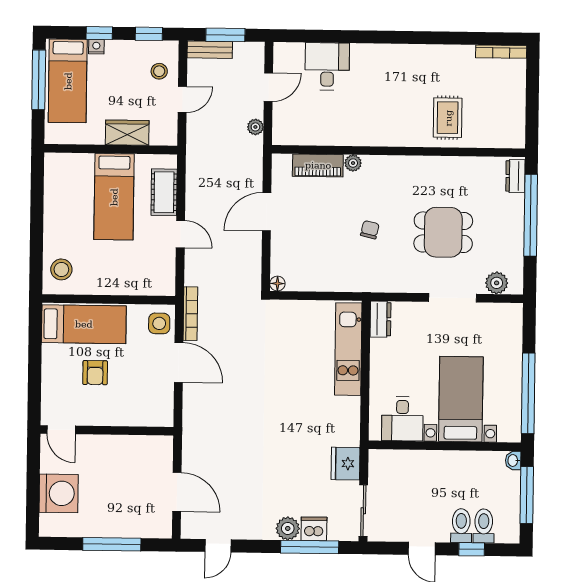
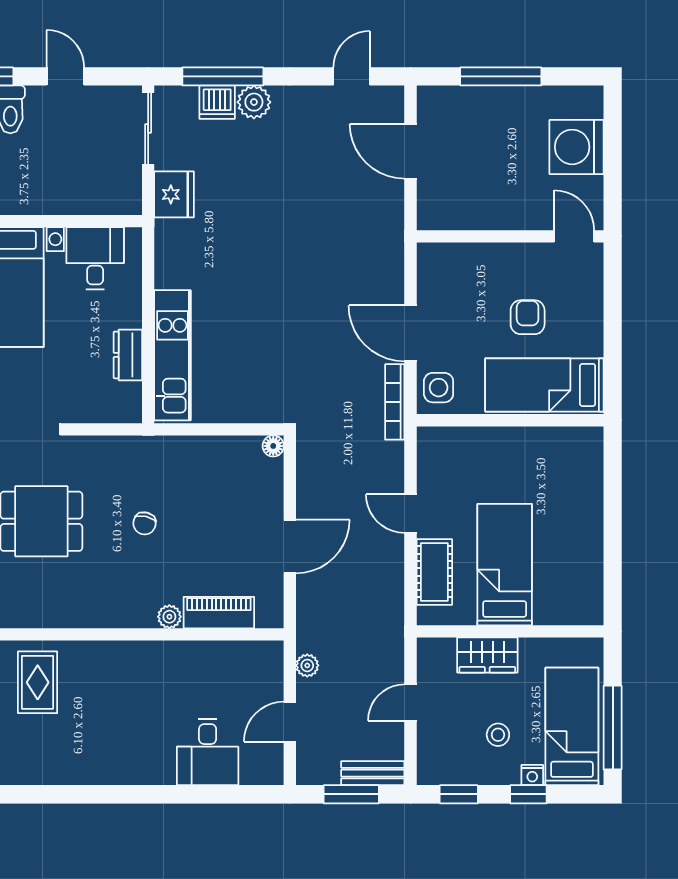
stool: (159, 71) -> (498, 735), moved
stool: (61, 269) -> (577, 461), removed
dresser: (380, 319) -> (128, 355), moved

